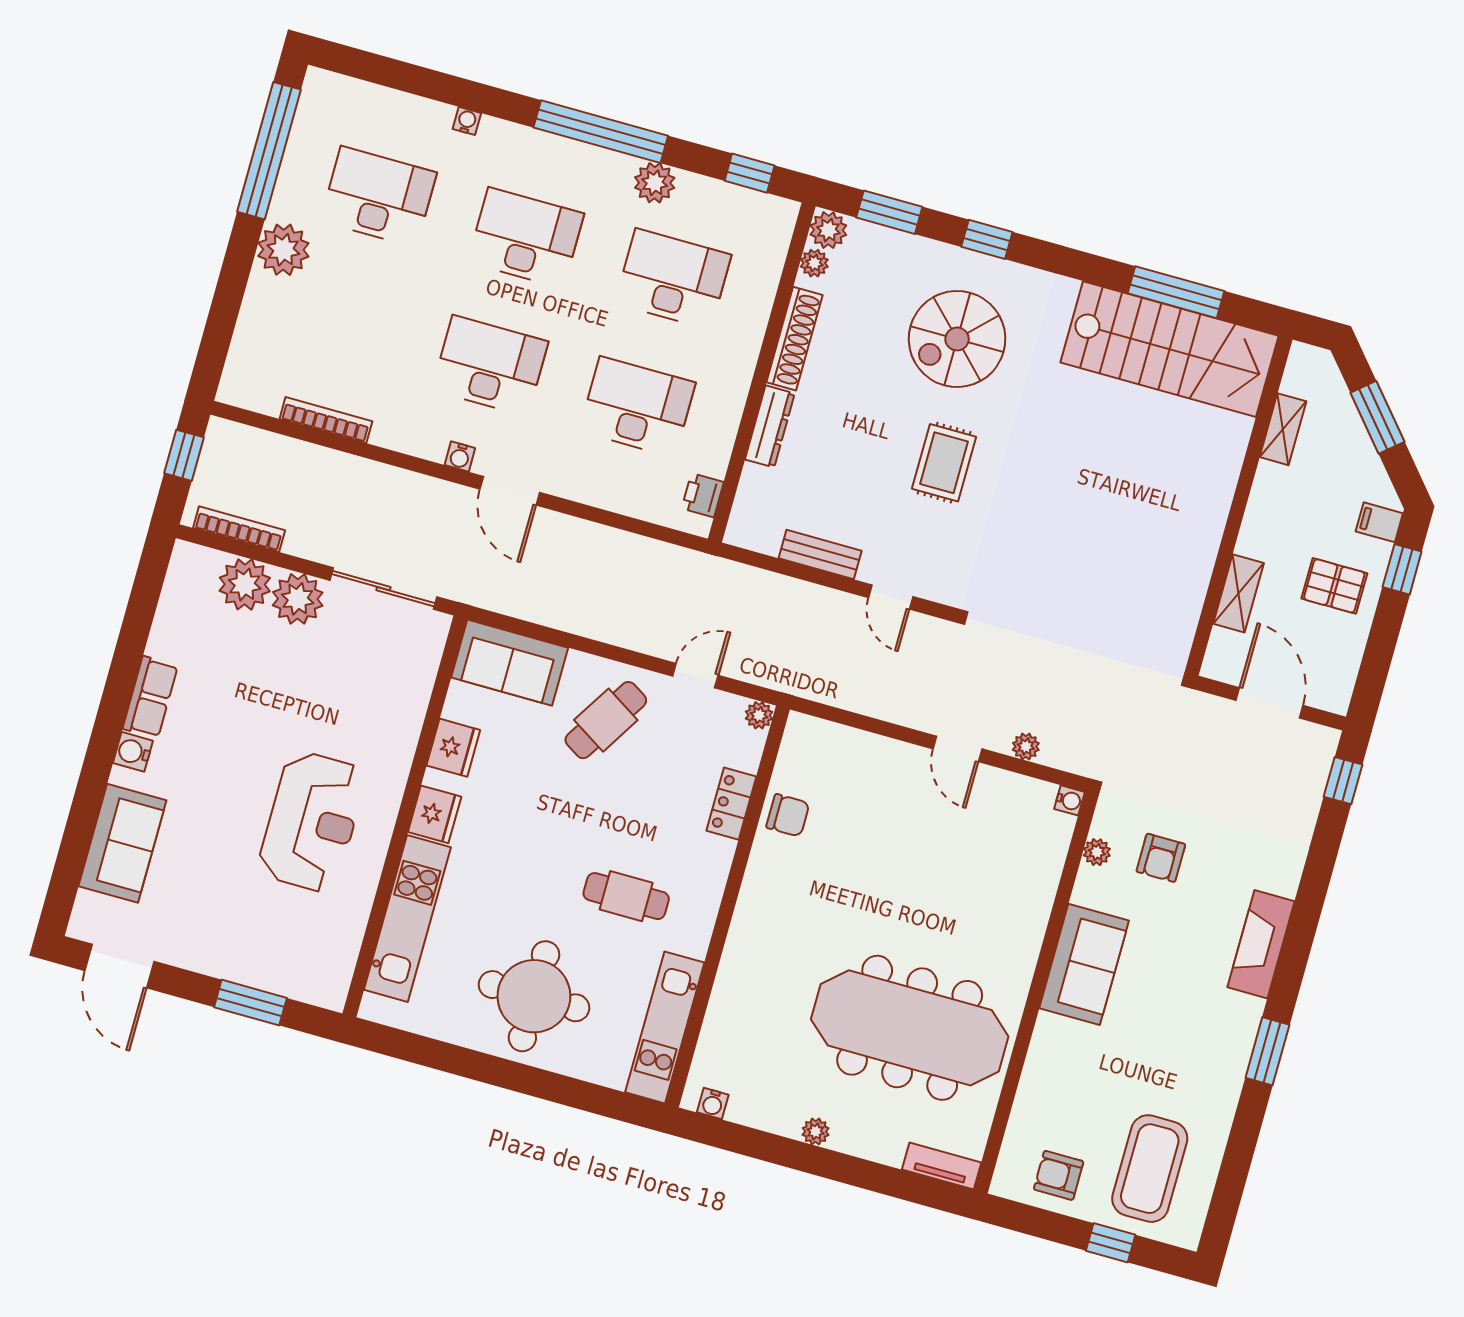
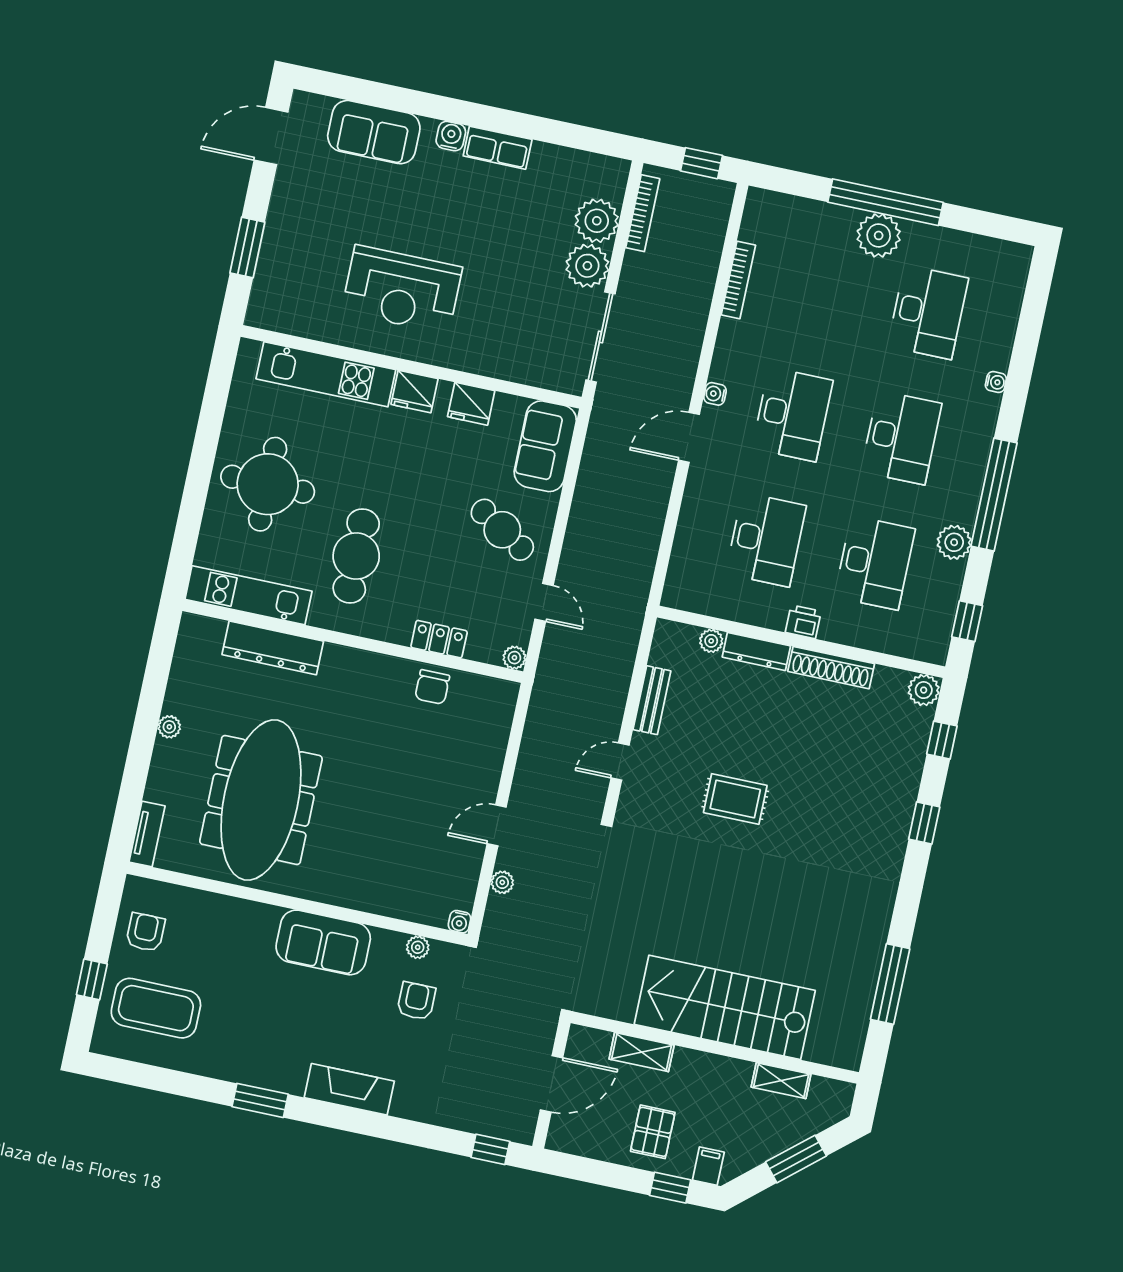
window: (269, 151) -> (885, 202), moved
window: (889, 212) -> (942, 740), width x0.67
plant: (814, 263) -> (711, 641), moved
spiral stairs: (957, 339) -> (839, 803), removed
stairs: (1170, 349) -> (725, 1007), moved, turned 90
printer: (703, 495) -> (803, 622), moved
armchair: (1161, 858) -> (416, 1001), turned 90
cafe table: (626, 896) -> (356, 556), width x1.37, depth x1.35
dresser: (729, 1002) -> (273, 648), added
water cooler: (713, 1104) -> (187, 639), removed

